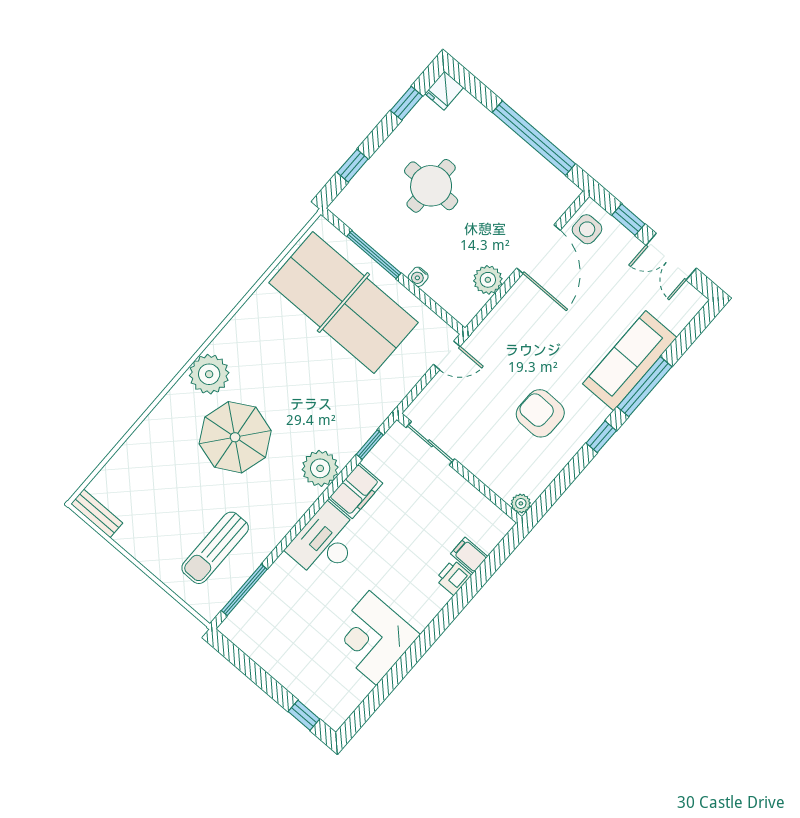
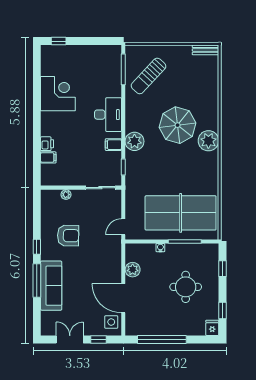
filing cabinet: (356, 491) -> (113, 145), width x0.50
plant: (521, 503) -> (66, 195), moved
sun lounger: (215, 548) -> (149, 76), turned -137

